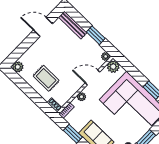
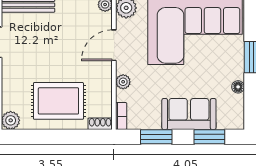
rug: (46, 78) -> (58, 101), width x1.36, depth x1.43

